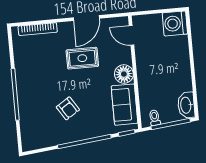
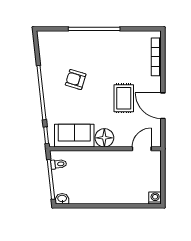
washing machine: (175, 23) -> (155, 198), width x0.53, depth x0.53
washbasin: (186, 105) -> (62, 199), width x0.52, depth x0.69
armchair: (68, 108) -> (76, 80), turned 50

